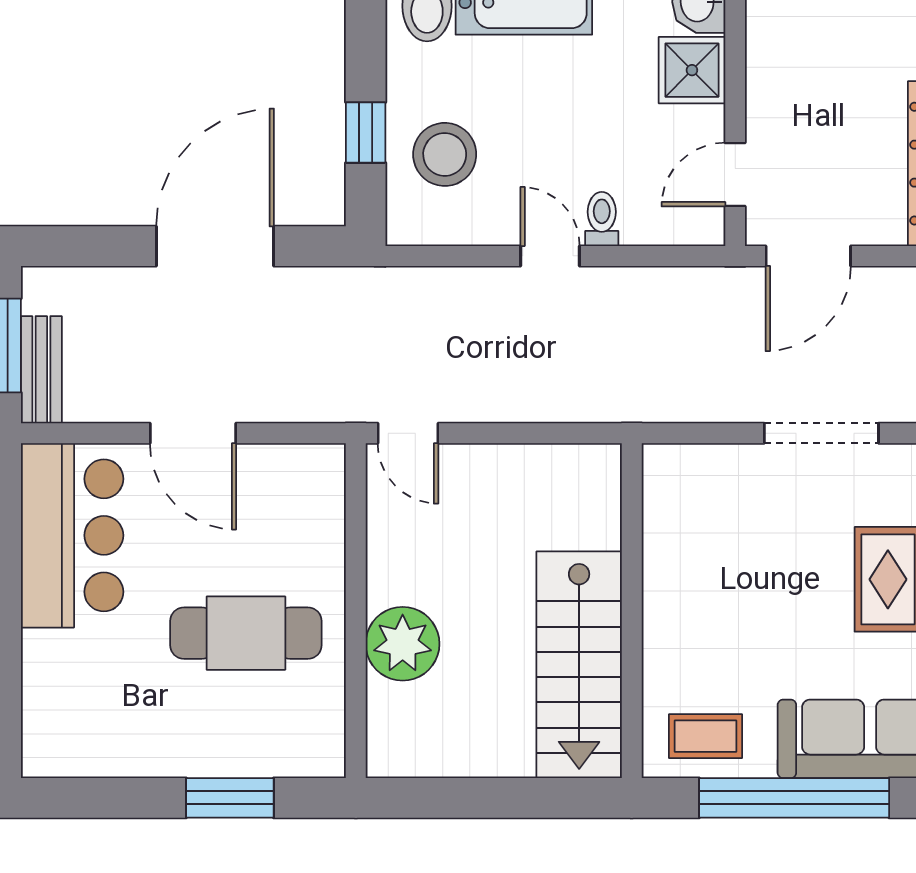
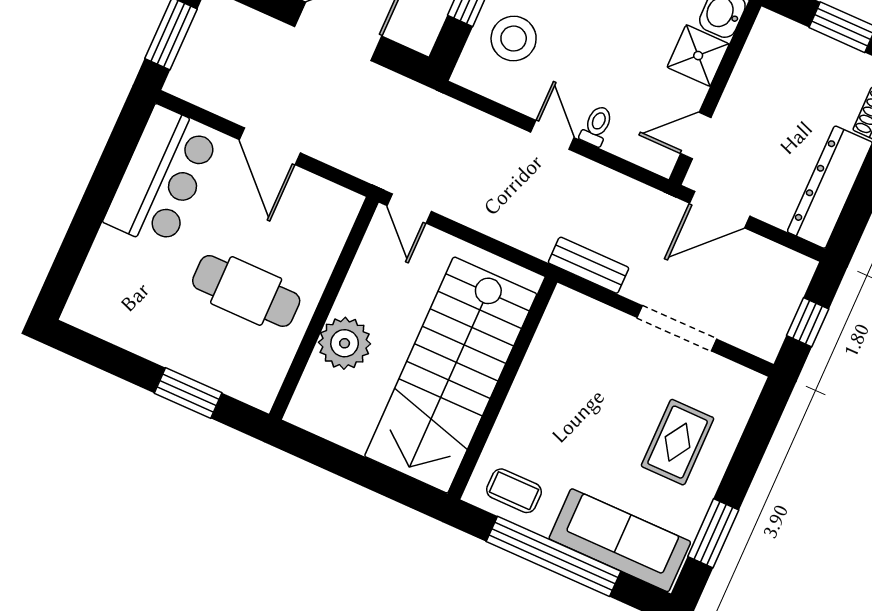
bench: (41, 370) -> (589, 265), moved, turned 90
stairs: (579, 665) -> (451, 375), width x1.36, depth x1.51

